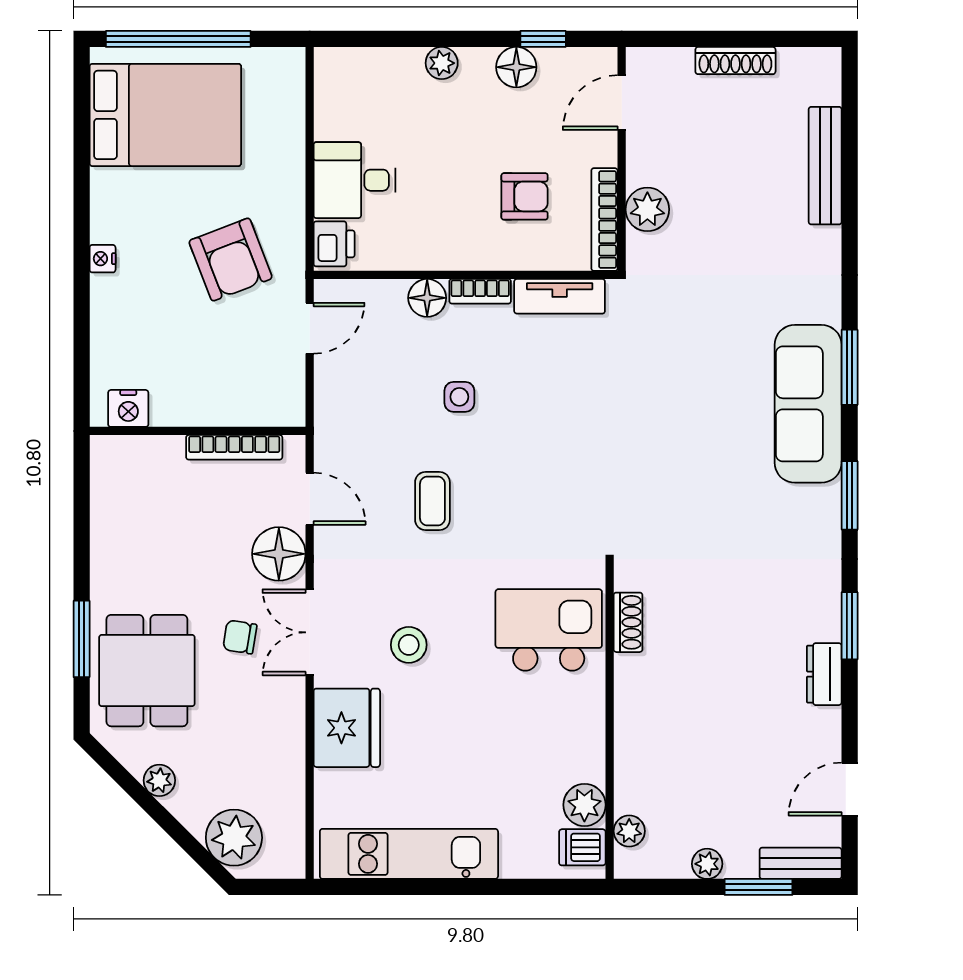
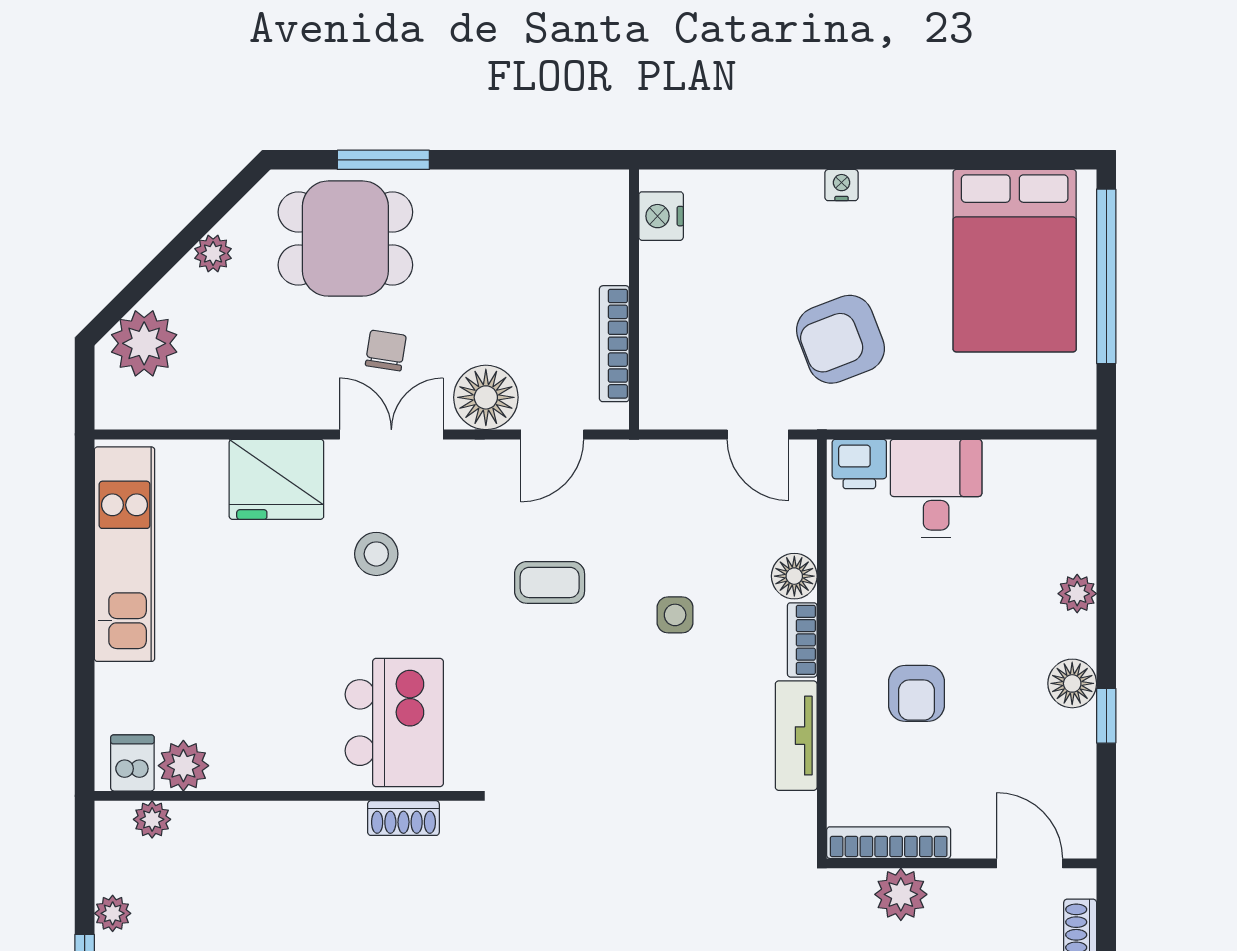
door: (622, 103) -> (1030, 863), moved
wall: (622, 159) -> (962, 863), moved
plant: (647, 209) -> (901, 894), moved
bookcase: (604, 220) -> (889, 843), moved

